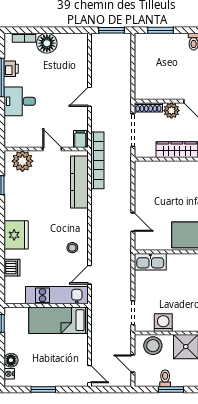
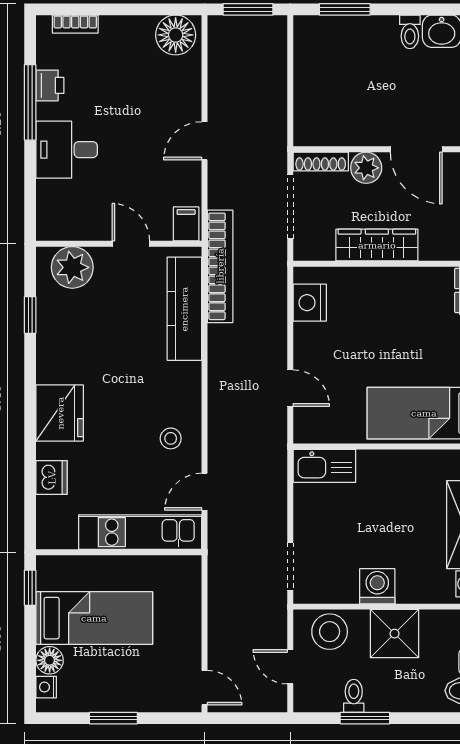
floor lamp: (47, 43) -> (176, 35), moved
nightstand: (143, 179) -> (310, 303), added
bed: (58, 320) -> (94, 618), moved, turned 180
washing machine: (163, 323) -> (377, 586), moved

